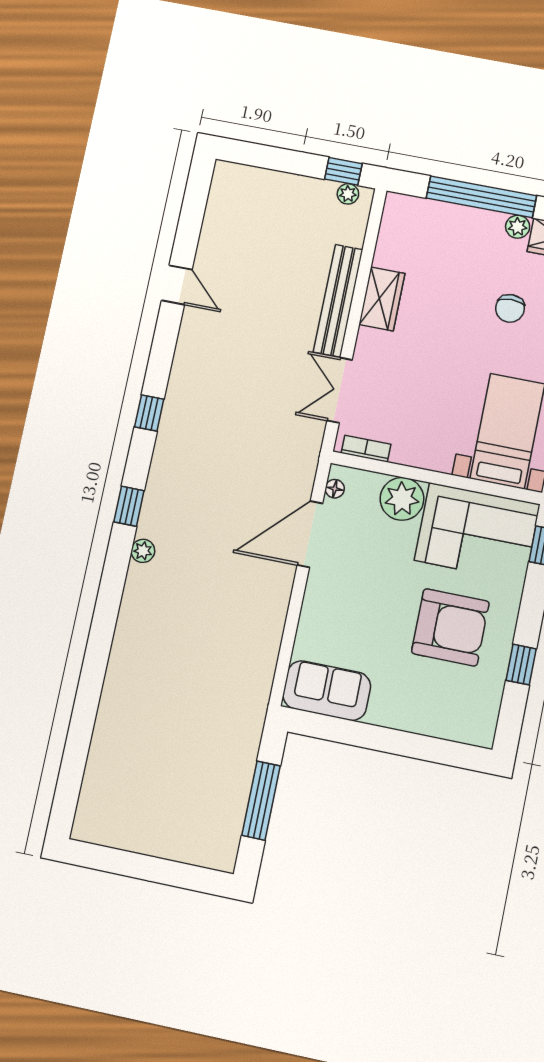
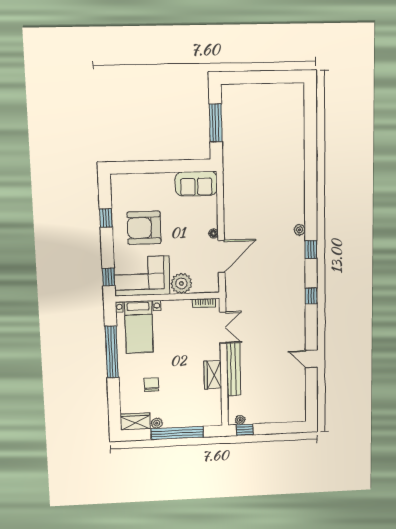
floor lamp: (335, 489) -> (213, 233), moved

